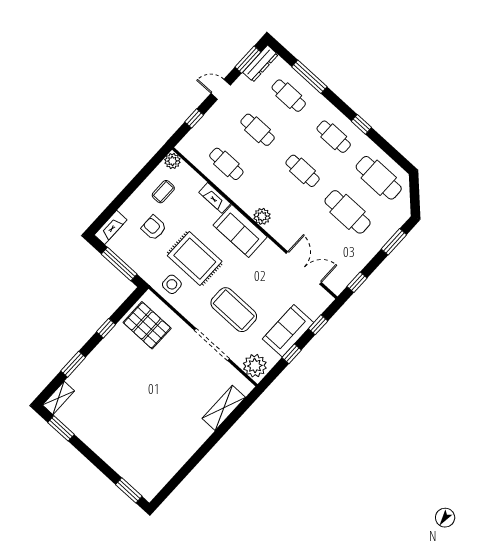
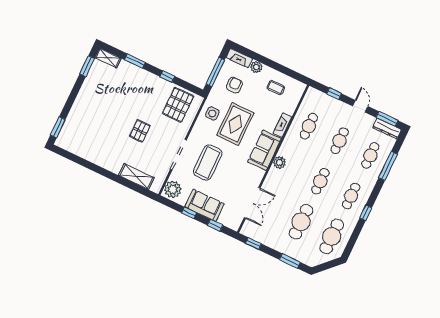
plant: (172, 161) -> (256, 67), moved
armchair: (154, 228) -> (234, 85), moved
pallet: (166, 385) -> (140, 131), added

